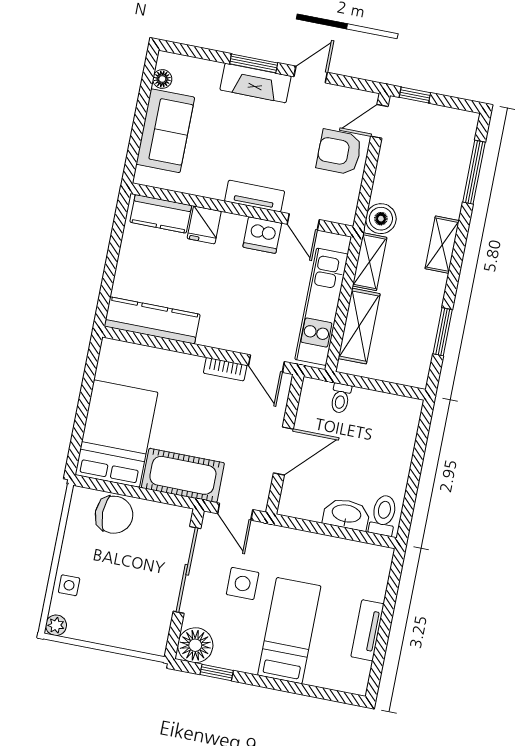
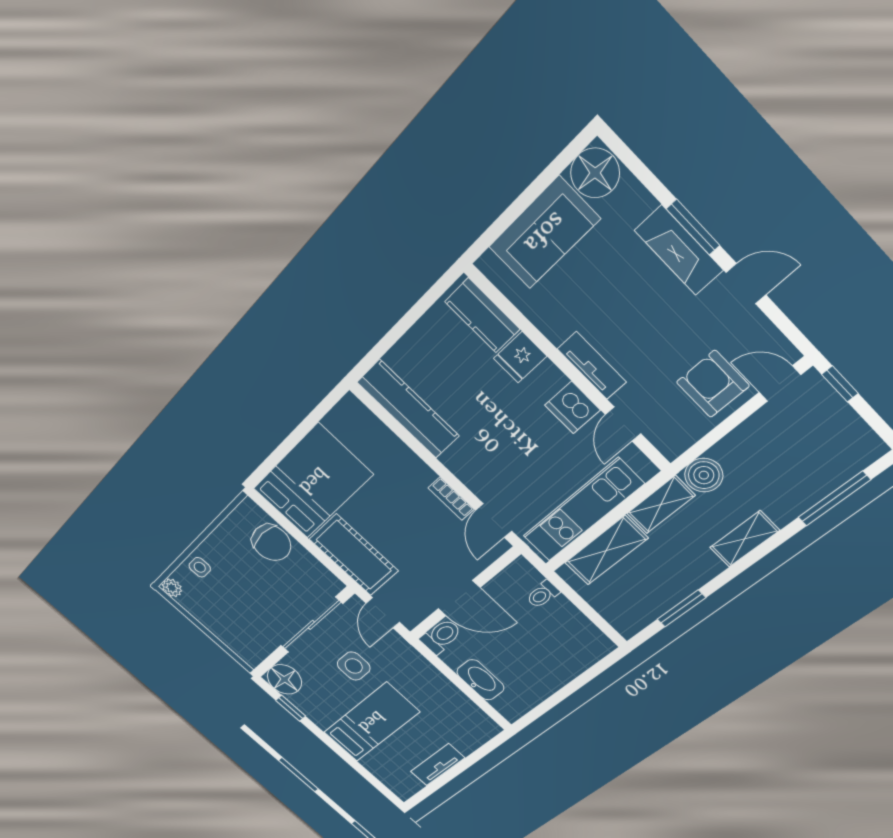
floor lamp: (162, 79) -> (595, 173), width x1.89, depth x1.89
toilet: (383, 515) -> (441, 636), moved

